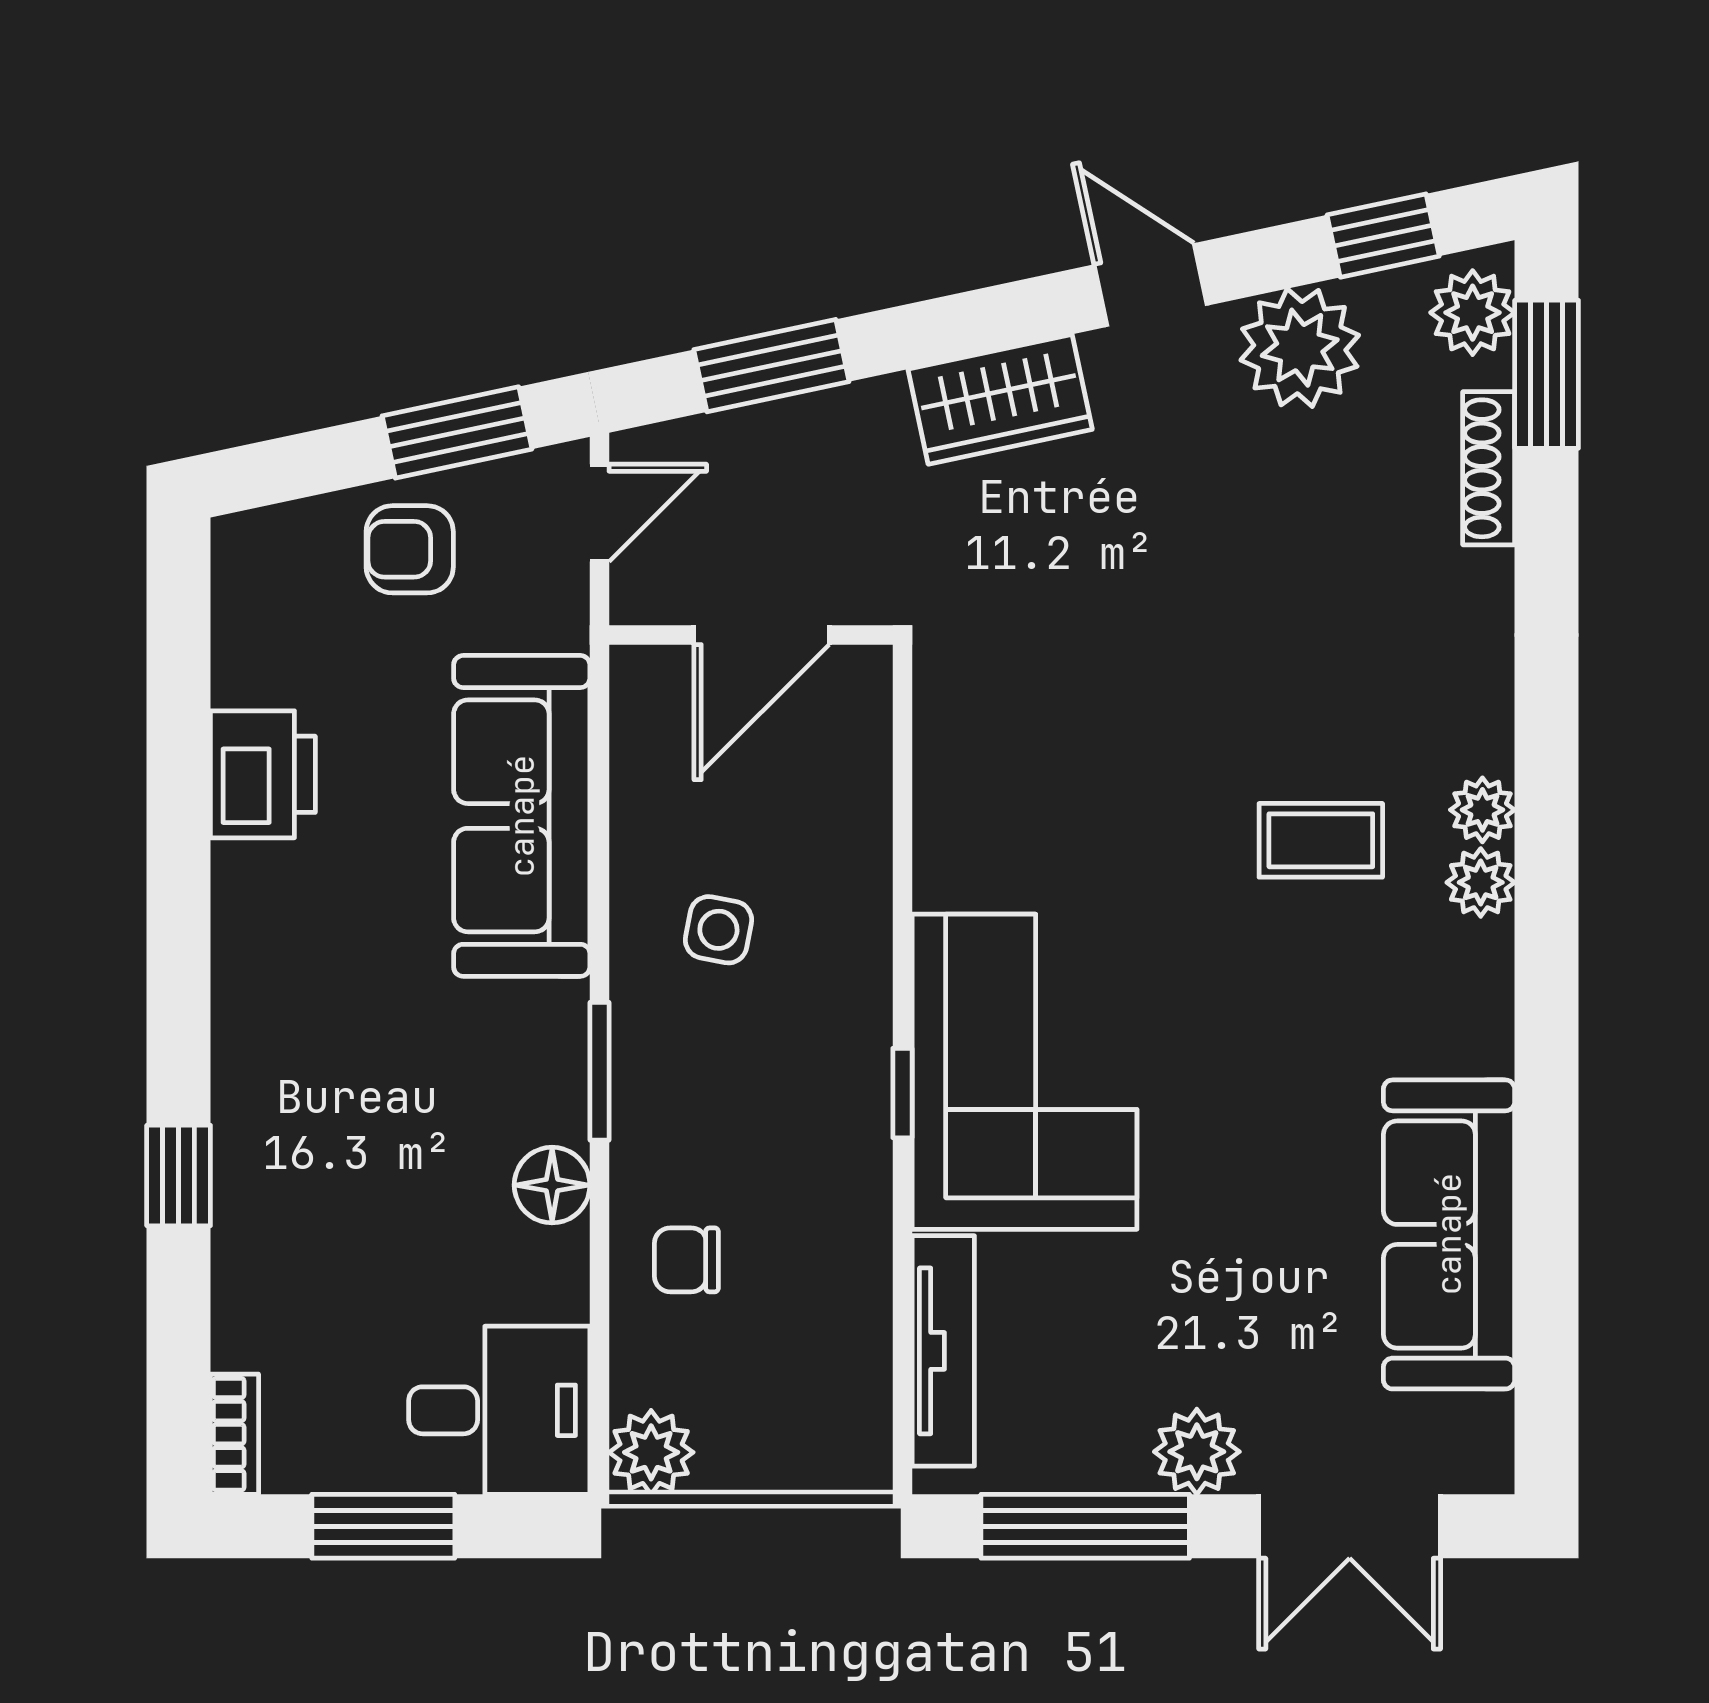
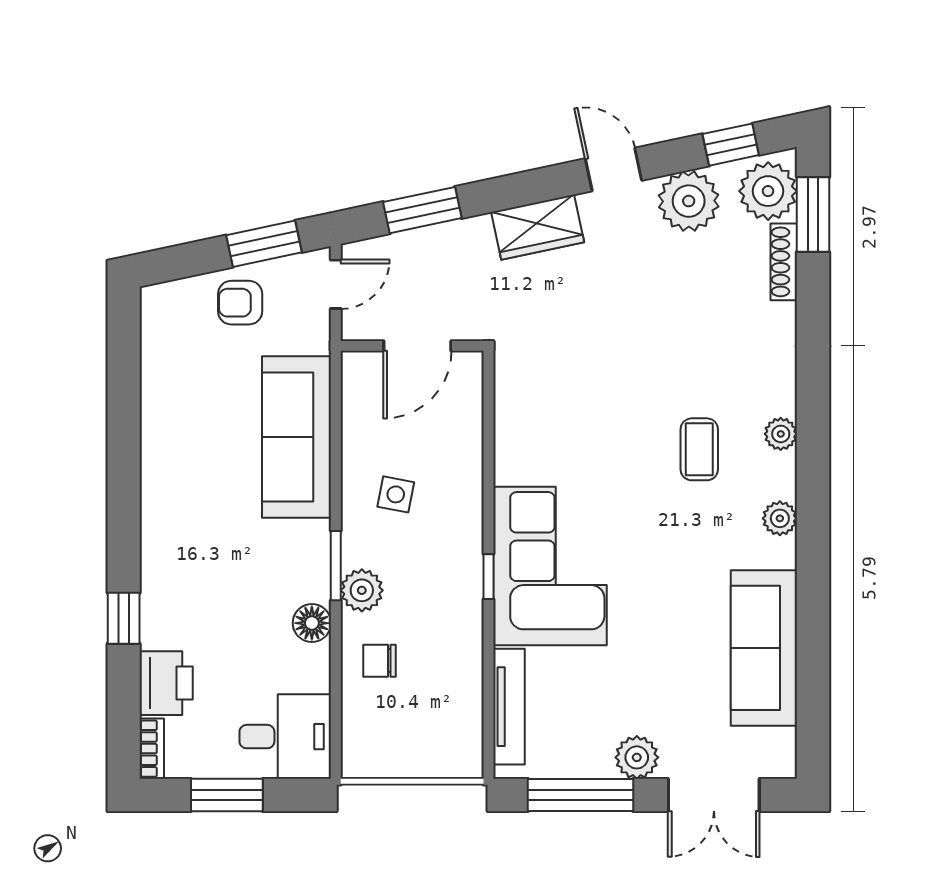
plant: (1473, 313) -> (768, 191), width x1.36, depth x1.36
printer: (263, 774) -> (166, 683), moved
coffee table: (1321, 840) -> (699, 449), turned 90
plant: (1481, 882) -> (780, 518), moved
plant: (651, 1452) -> (362, 590), moved

